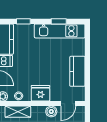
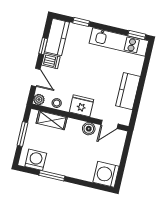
window: (59, 21) -> (137, 35), moved

